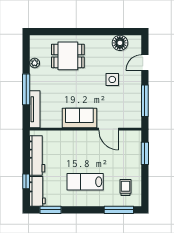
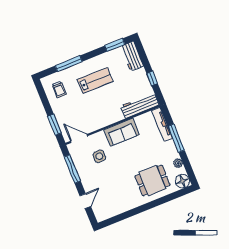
floor lamp: (120, 43) -> (183, 181), moved
side table: (112, 79) -> (99, 156), moved
door: (109, 129) -> (79, 139), moved
workbench: (37, 156) -> (140, 106), moved, turned 90
window: (26, 181) -> (152, 79), moved
window: (119, 210) -> (69, 64), moved

